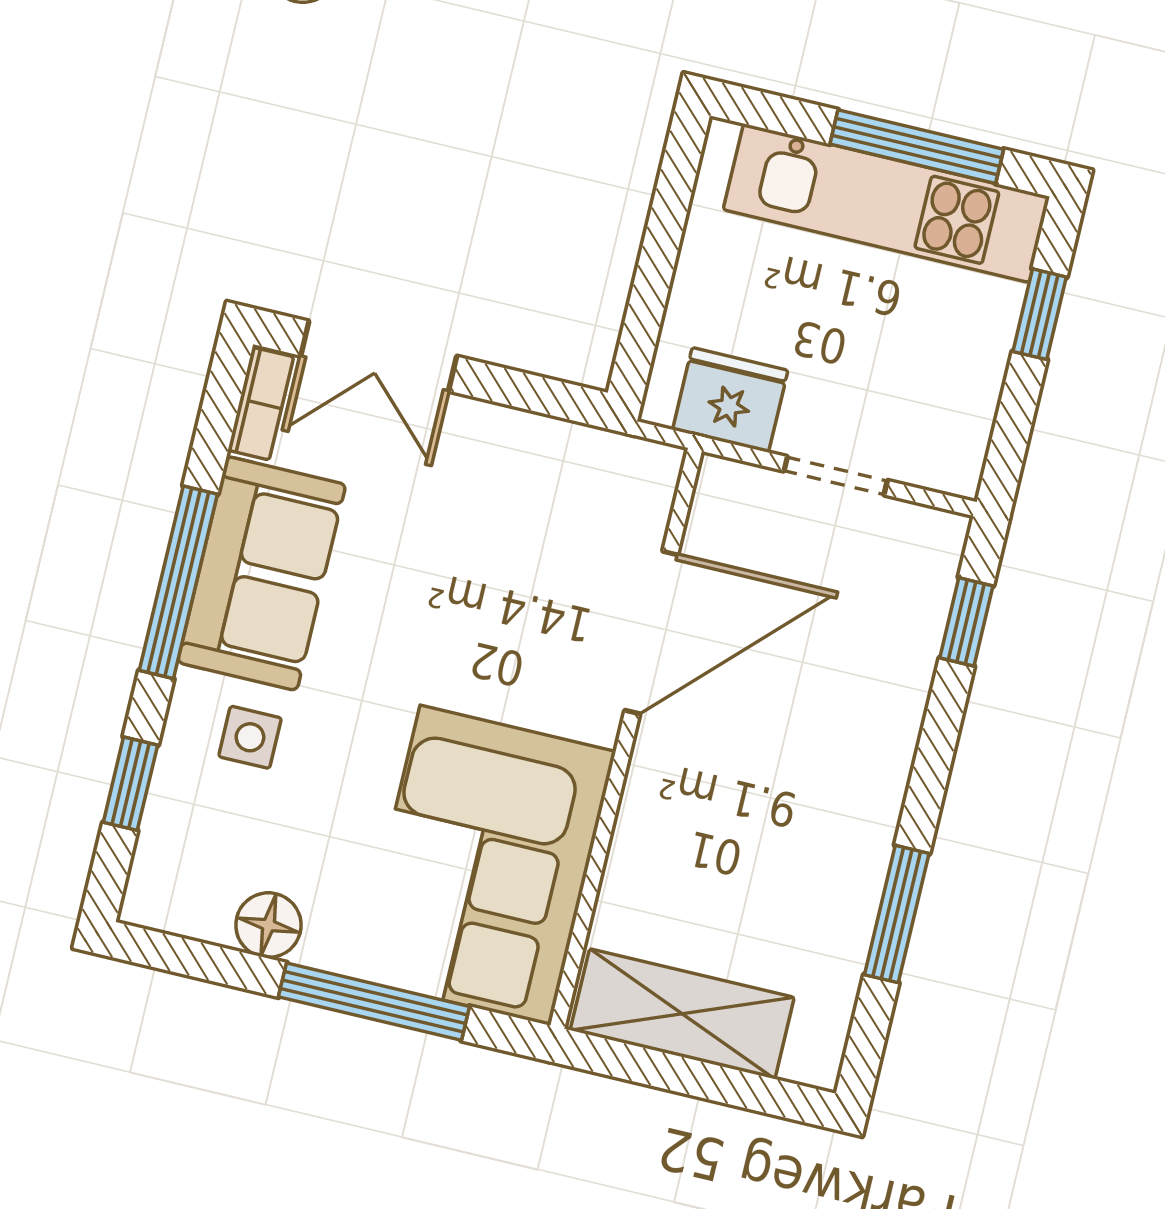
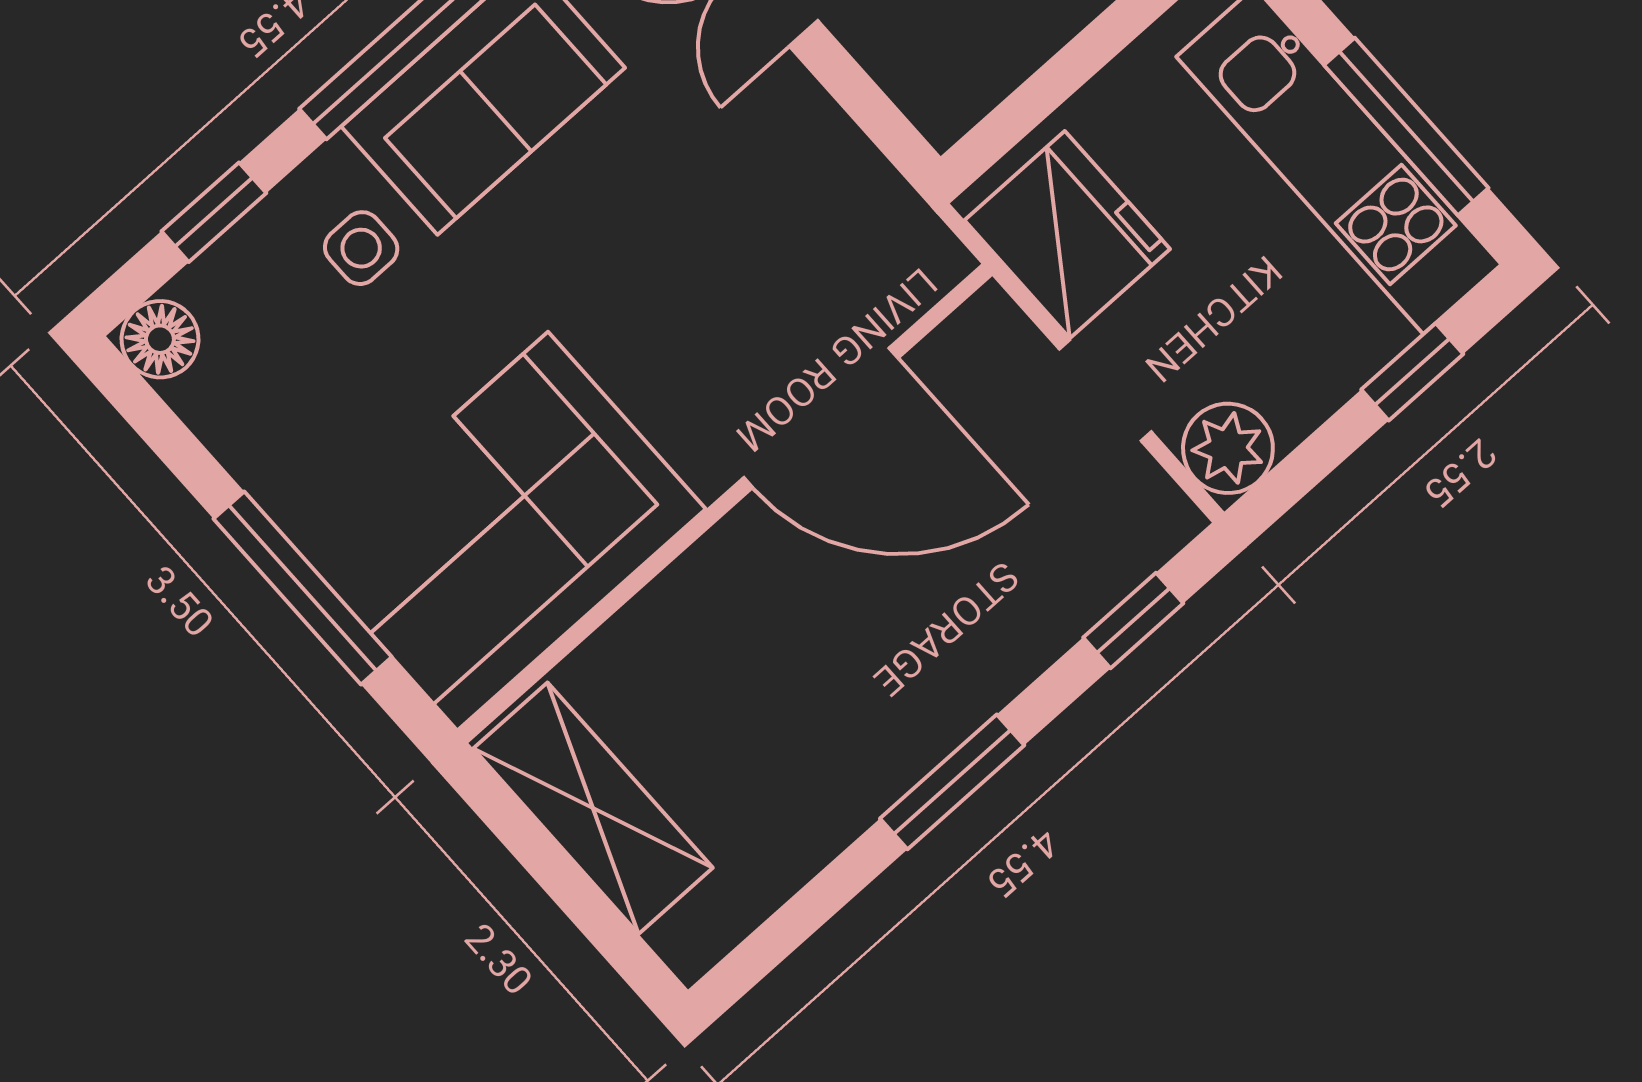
fridge: (730, 400) -> (1067, 235), width x1.36, depth x1.34
plant: (949, 457) -> (1228, 448), added
window: (897, 914) -> (952, 782), moved
floor lamp: (268, 925) -> (160, 339), moved

